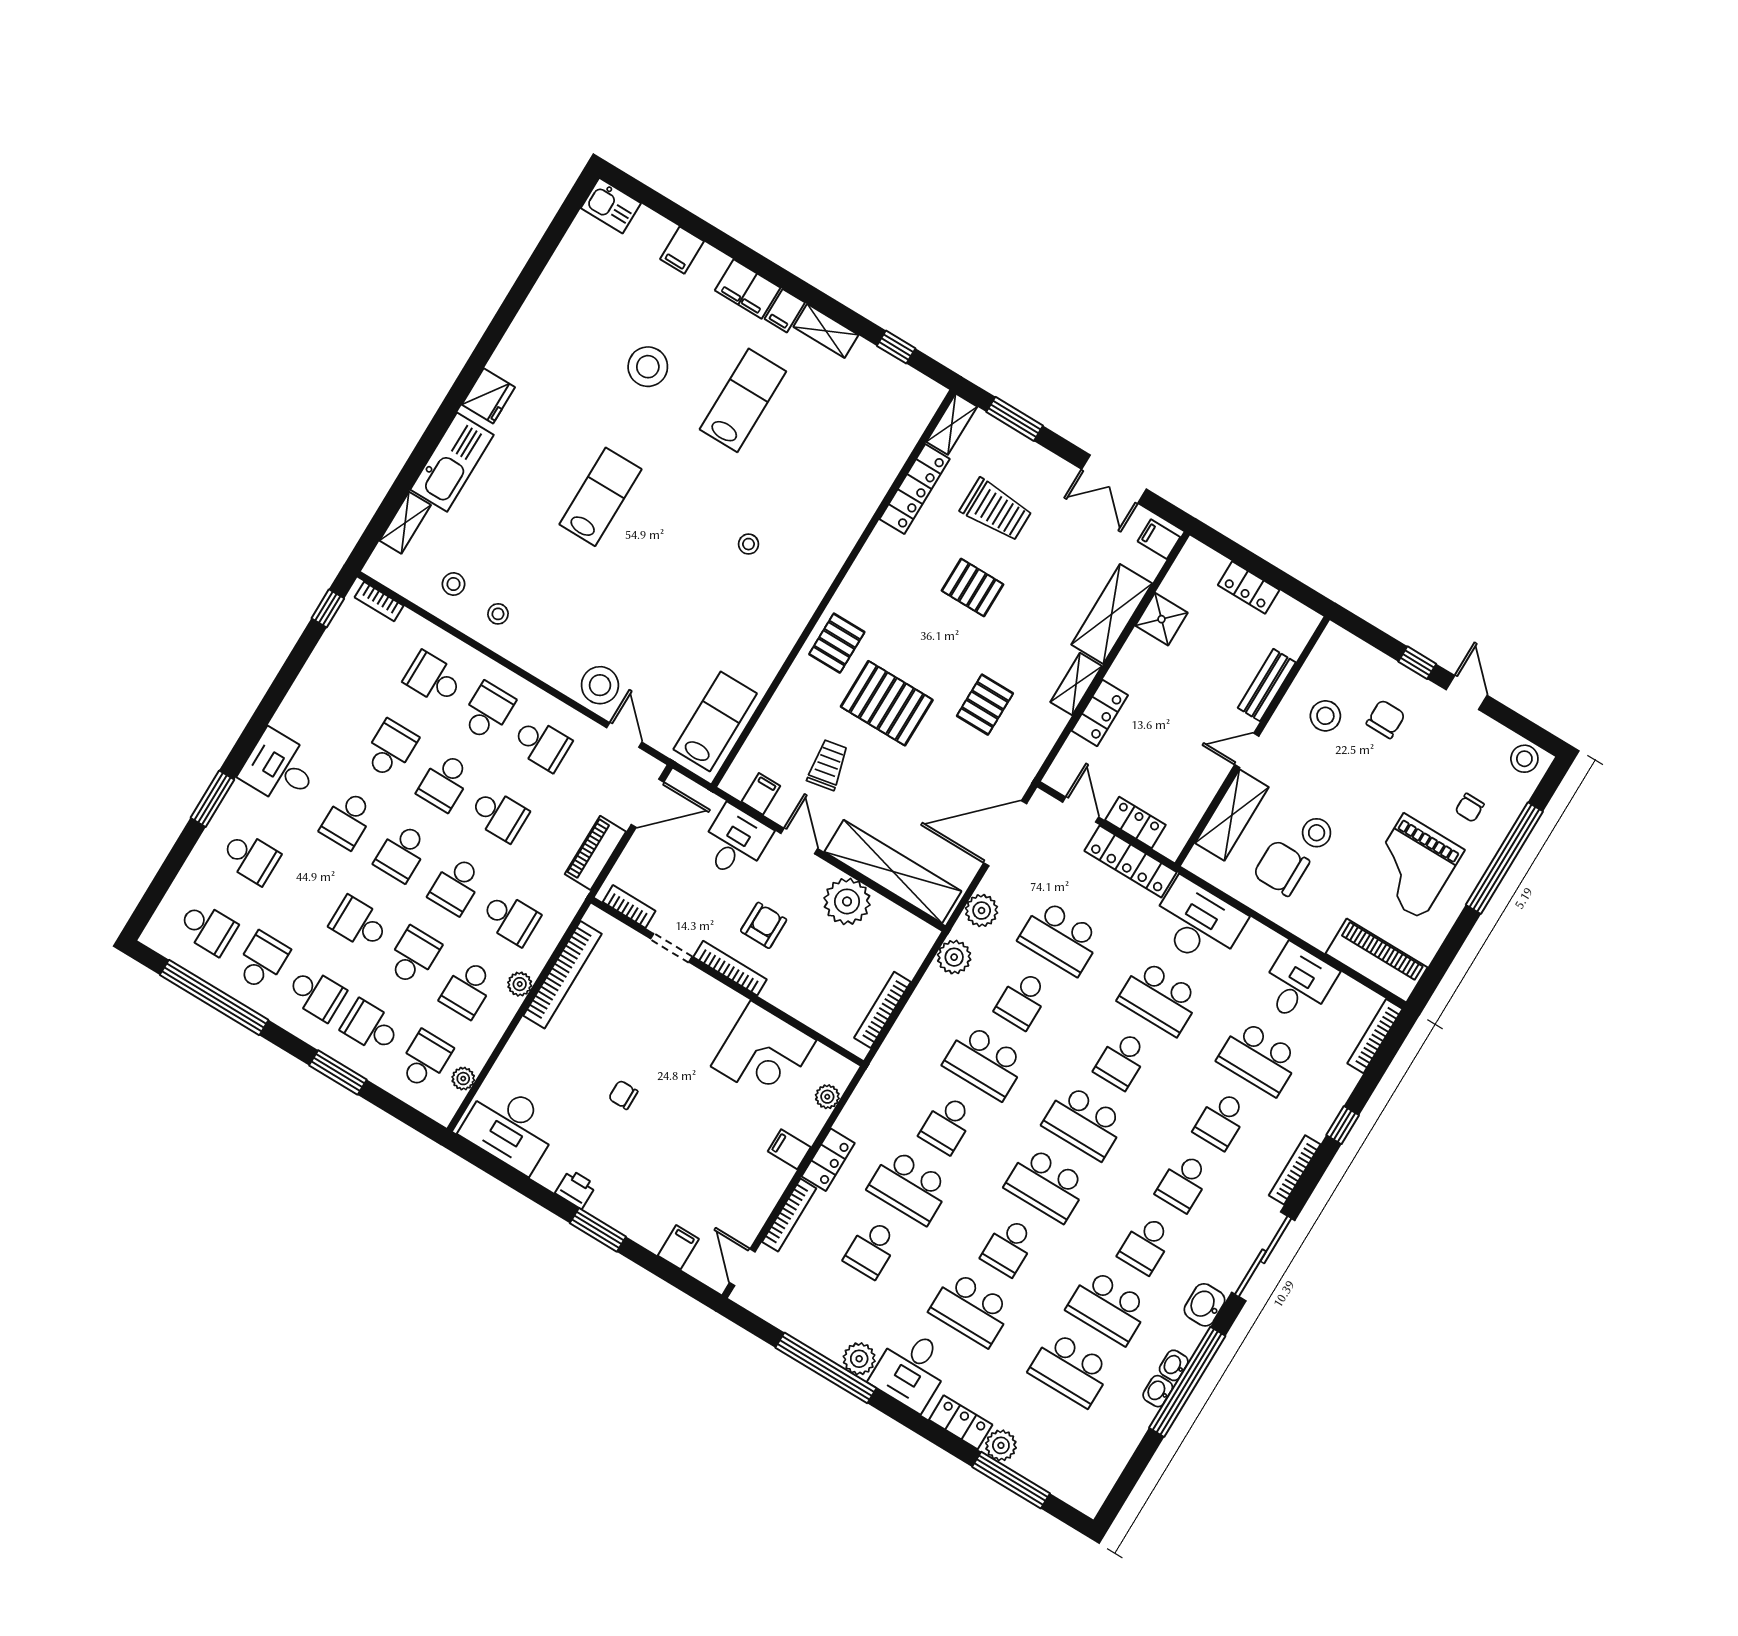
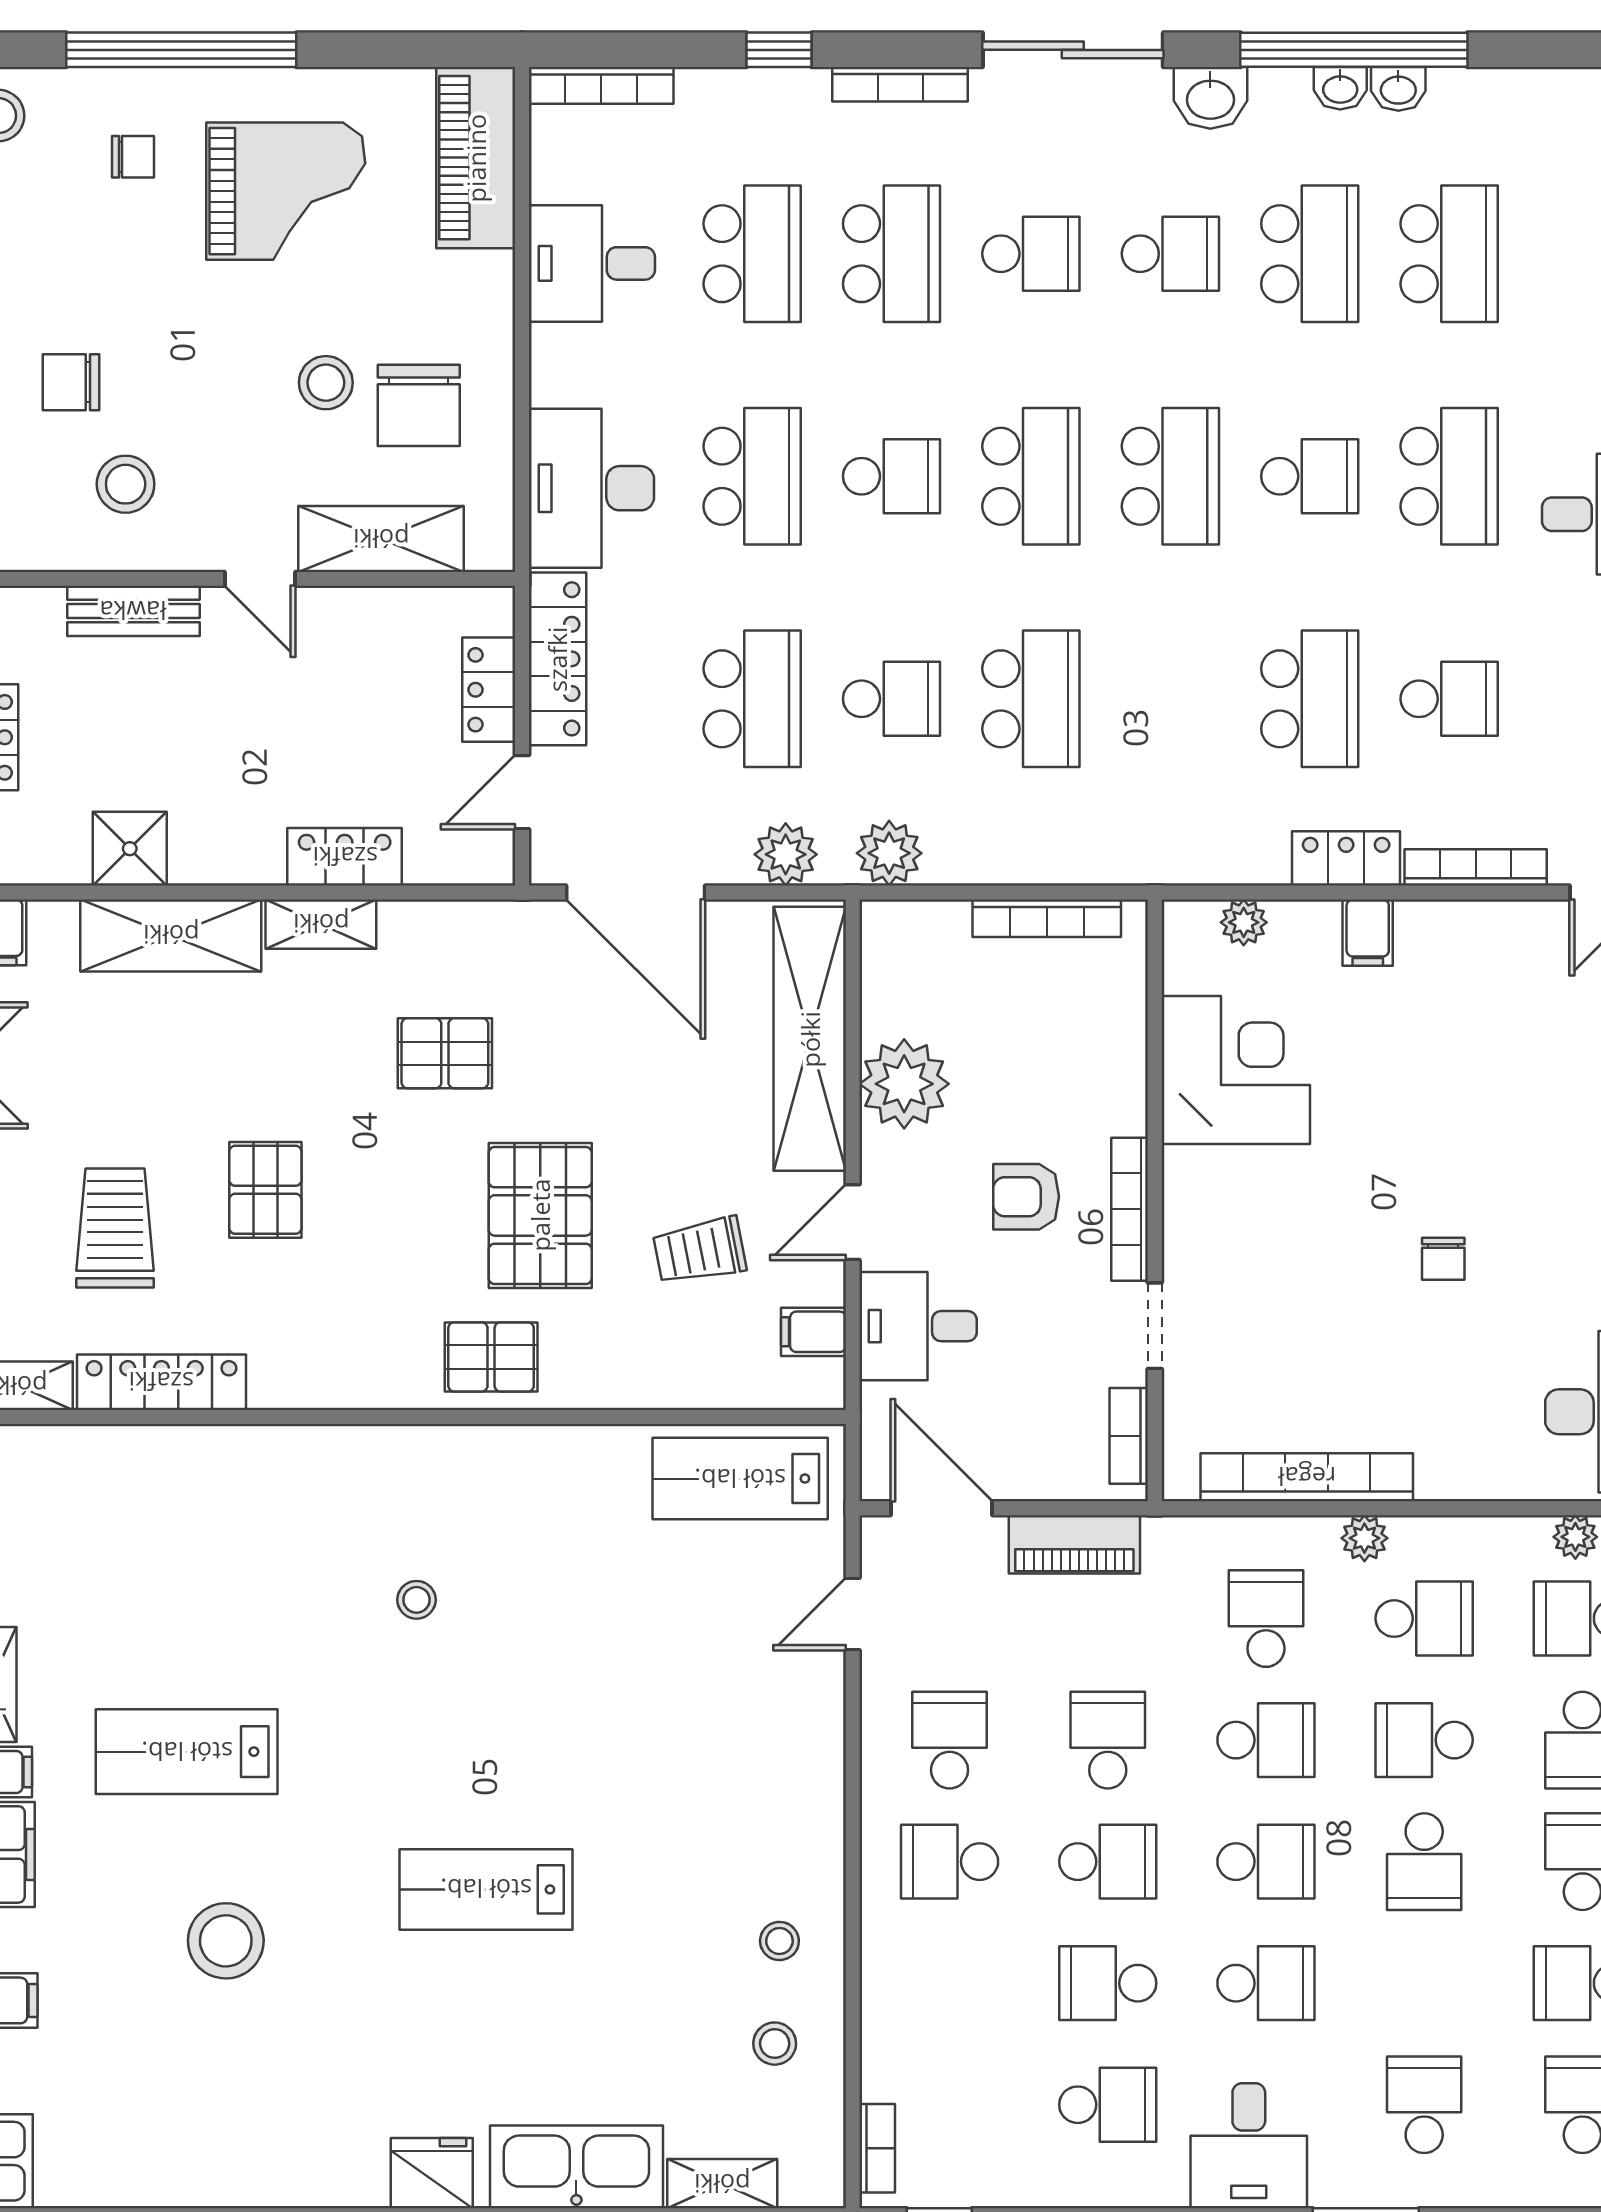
school desk: (433, 678) -> (1108, 2105), moved, turned -90
stool: (600, 685) -> (795, 1703), removed
school desk: (1221, 1120) -> (892, 254), width x1.85
school desk: (947, 1124) -> (1170, 699), removed

